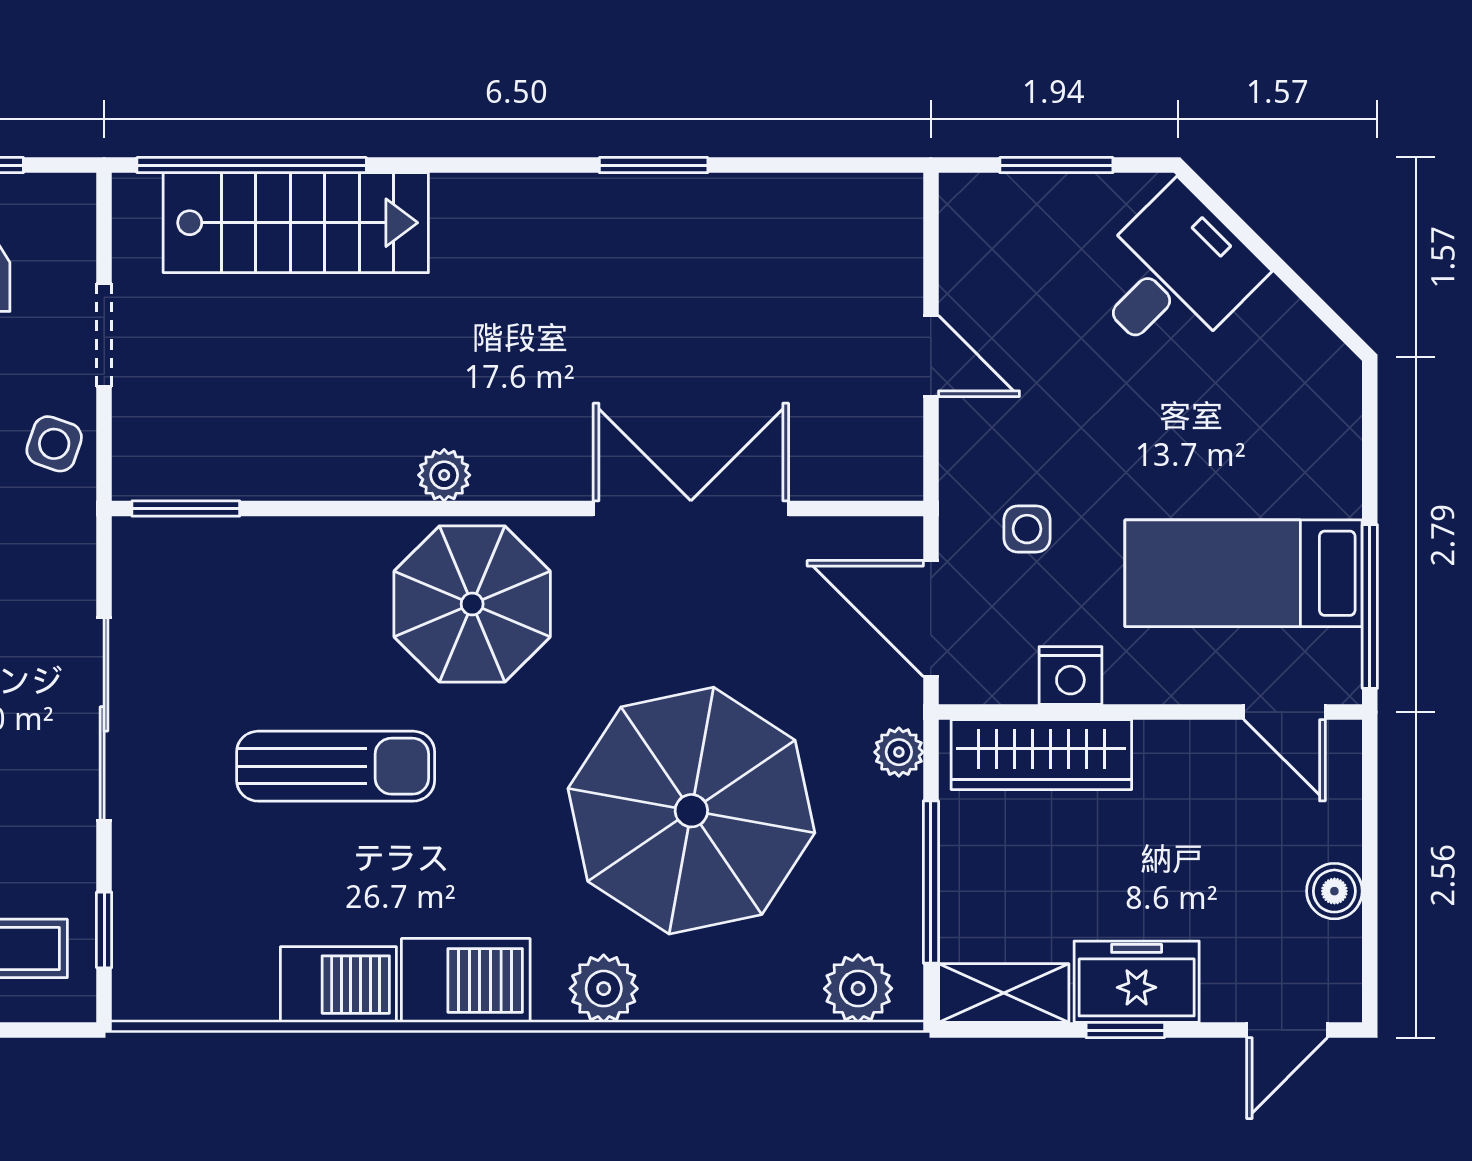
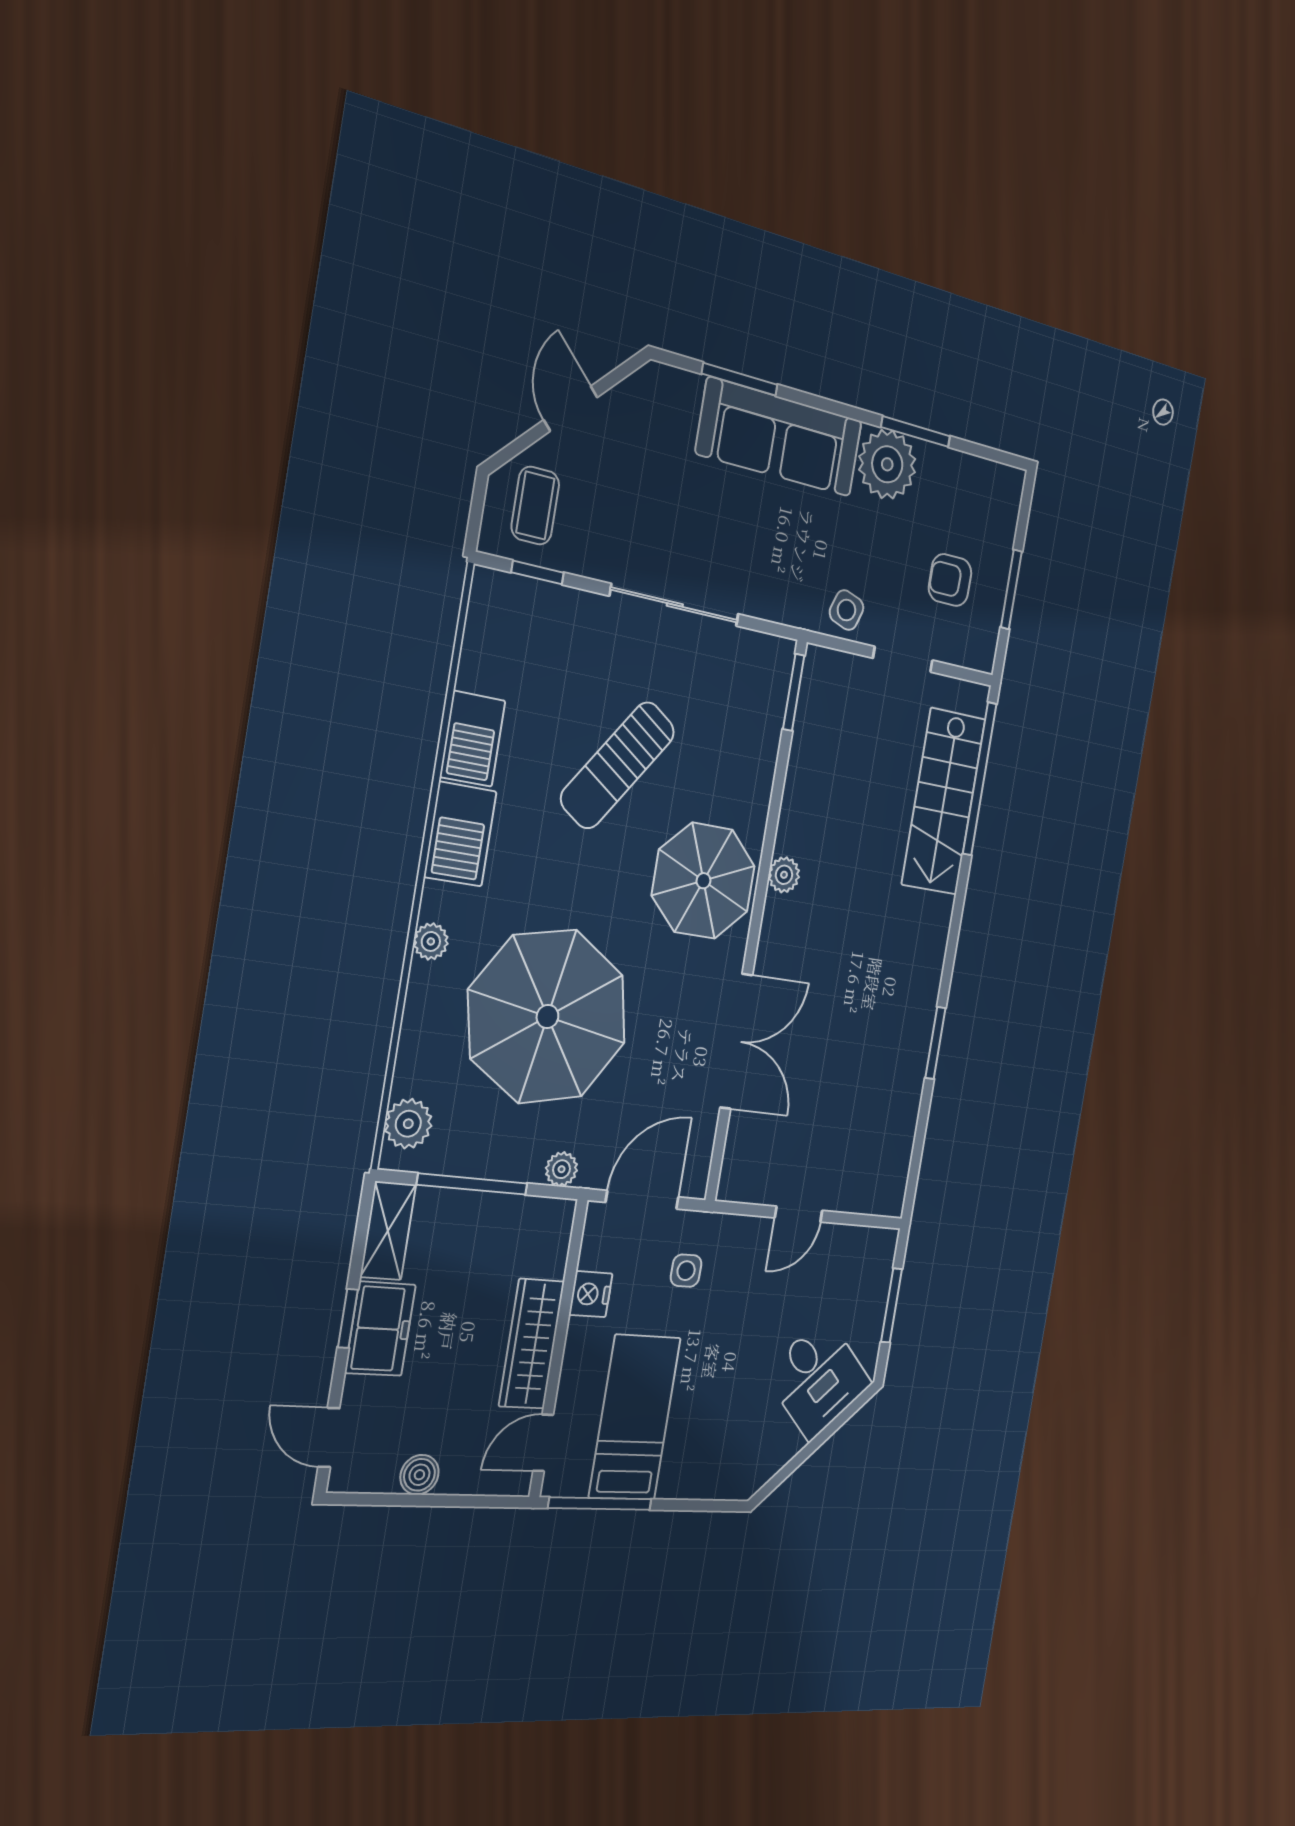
wardrobe: (1041, 755) -> (532, 1344), moved
sun lounger: (336, 766) -> (618, 765), turned 35
plant: (604, 989) -> (431, 941), width x0.73, depth x0.73

